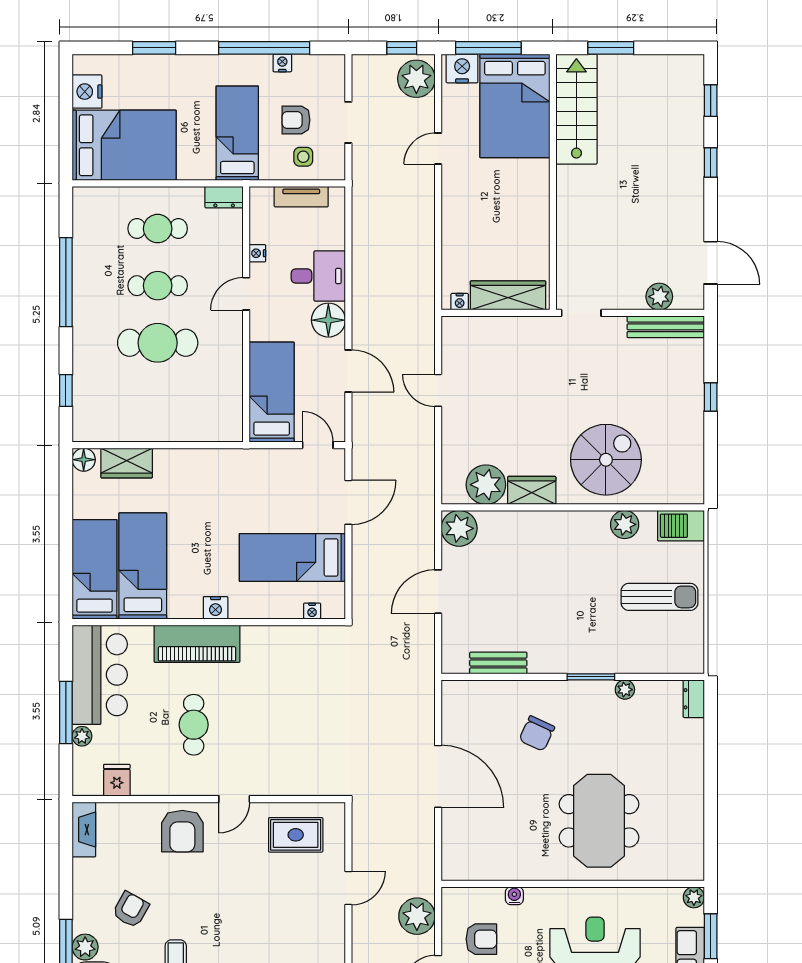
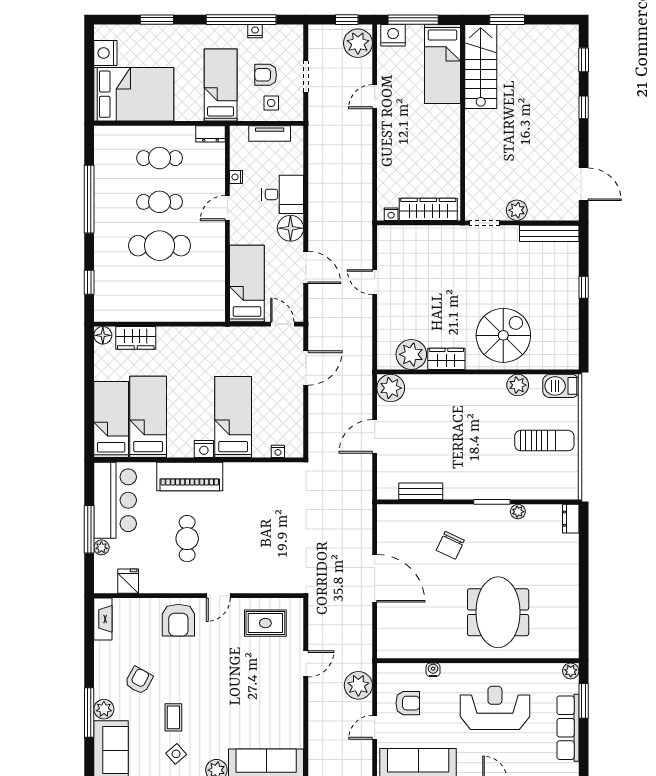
bed: (515, 106) -> (442, 64), width x0.67
plant: (659, 297) -> (517, 210), moved
bed: (292, 557) -> (233, 417), moved, turned 90

